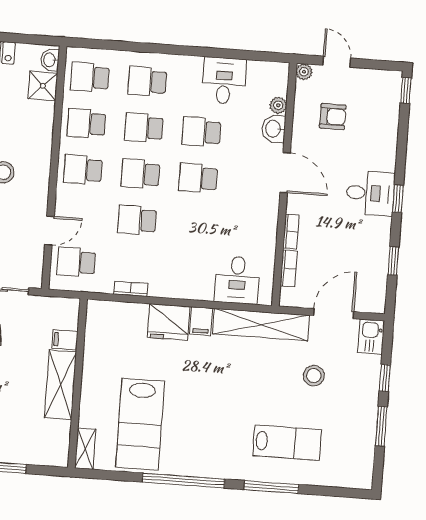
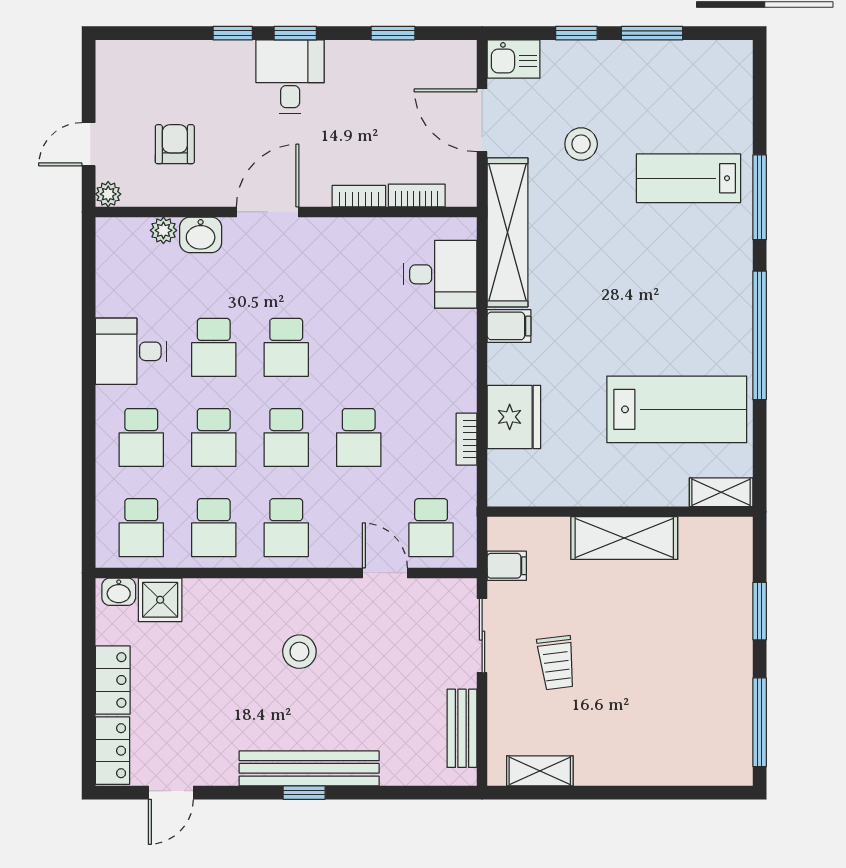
desk: (224, 81) -> (131, 351), moved
window: (406, 90) -> (233, 33), moved
fridge: (169, 322) -> (514, 417), moved
filing cabinet: (65, 340) -> (507, 566), moved, turned -90
lab bench: (287, 443) -> (688, 178), turned -90

